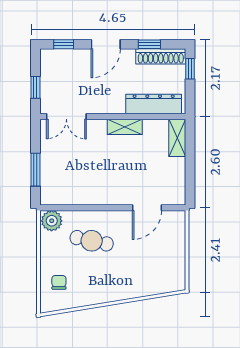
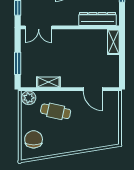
shelving: (125, 127) -> (48, 82), moved
door: (147, 208) -> (93, 89), hinge flipped
chair: (59, 282) -> (34, 139), width x1.87, depth x1.87

